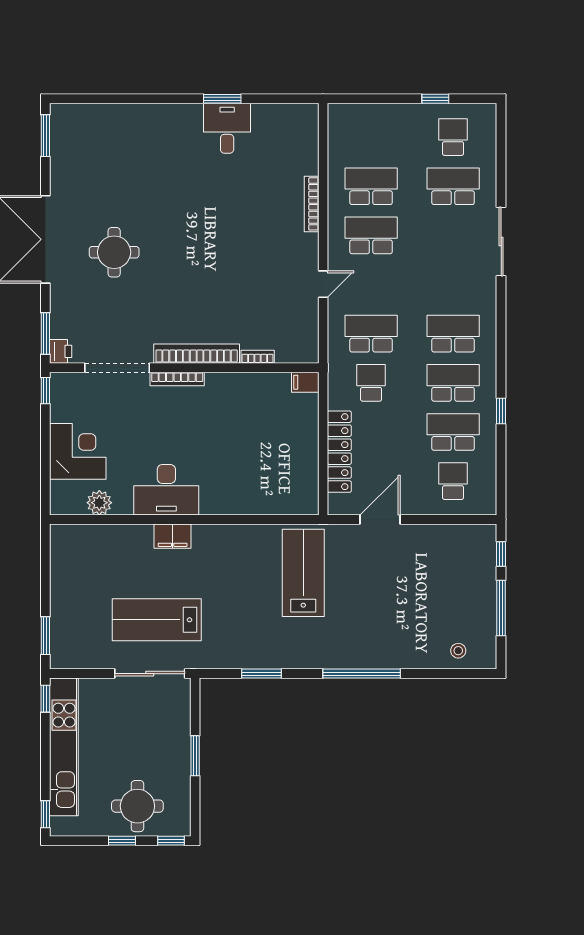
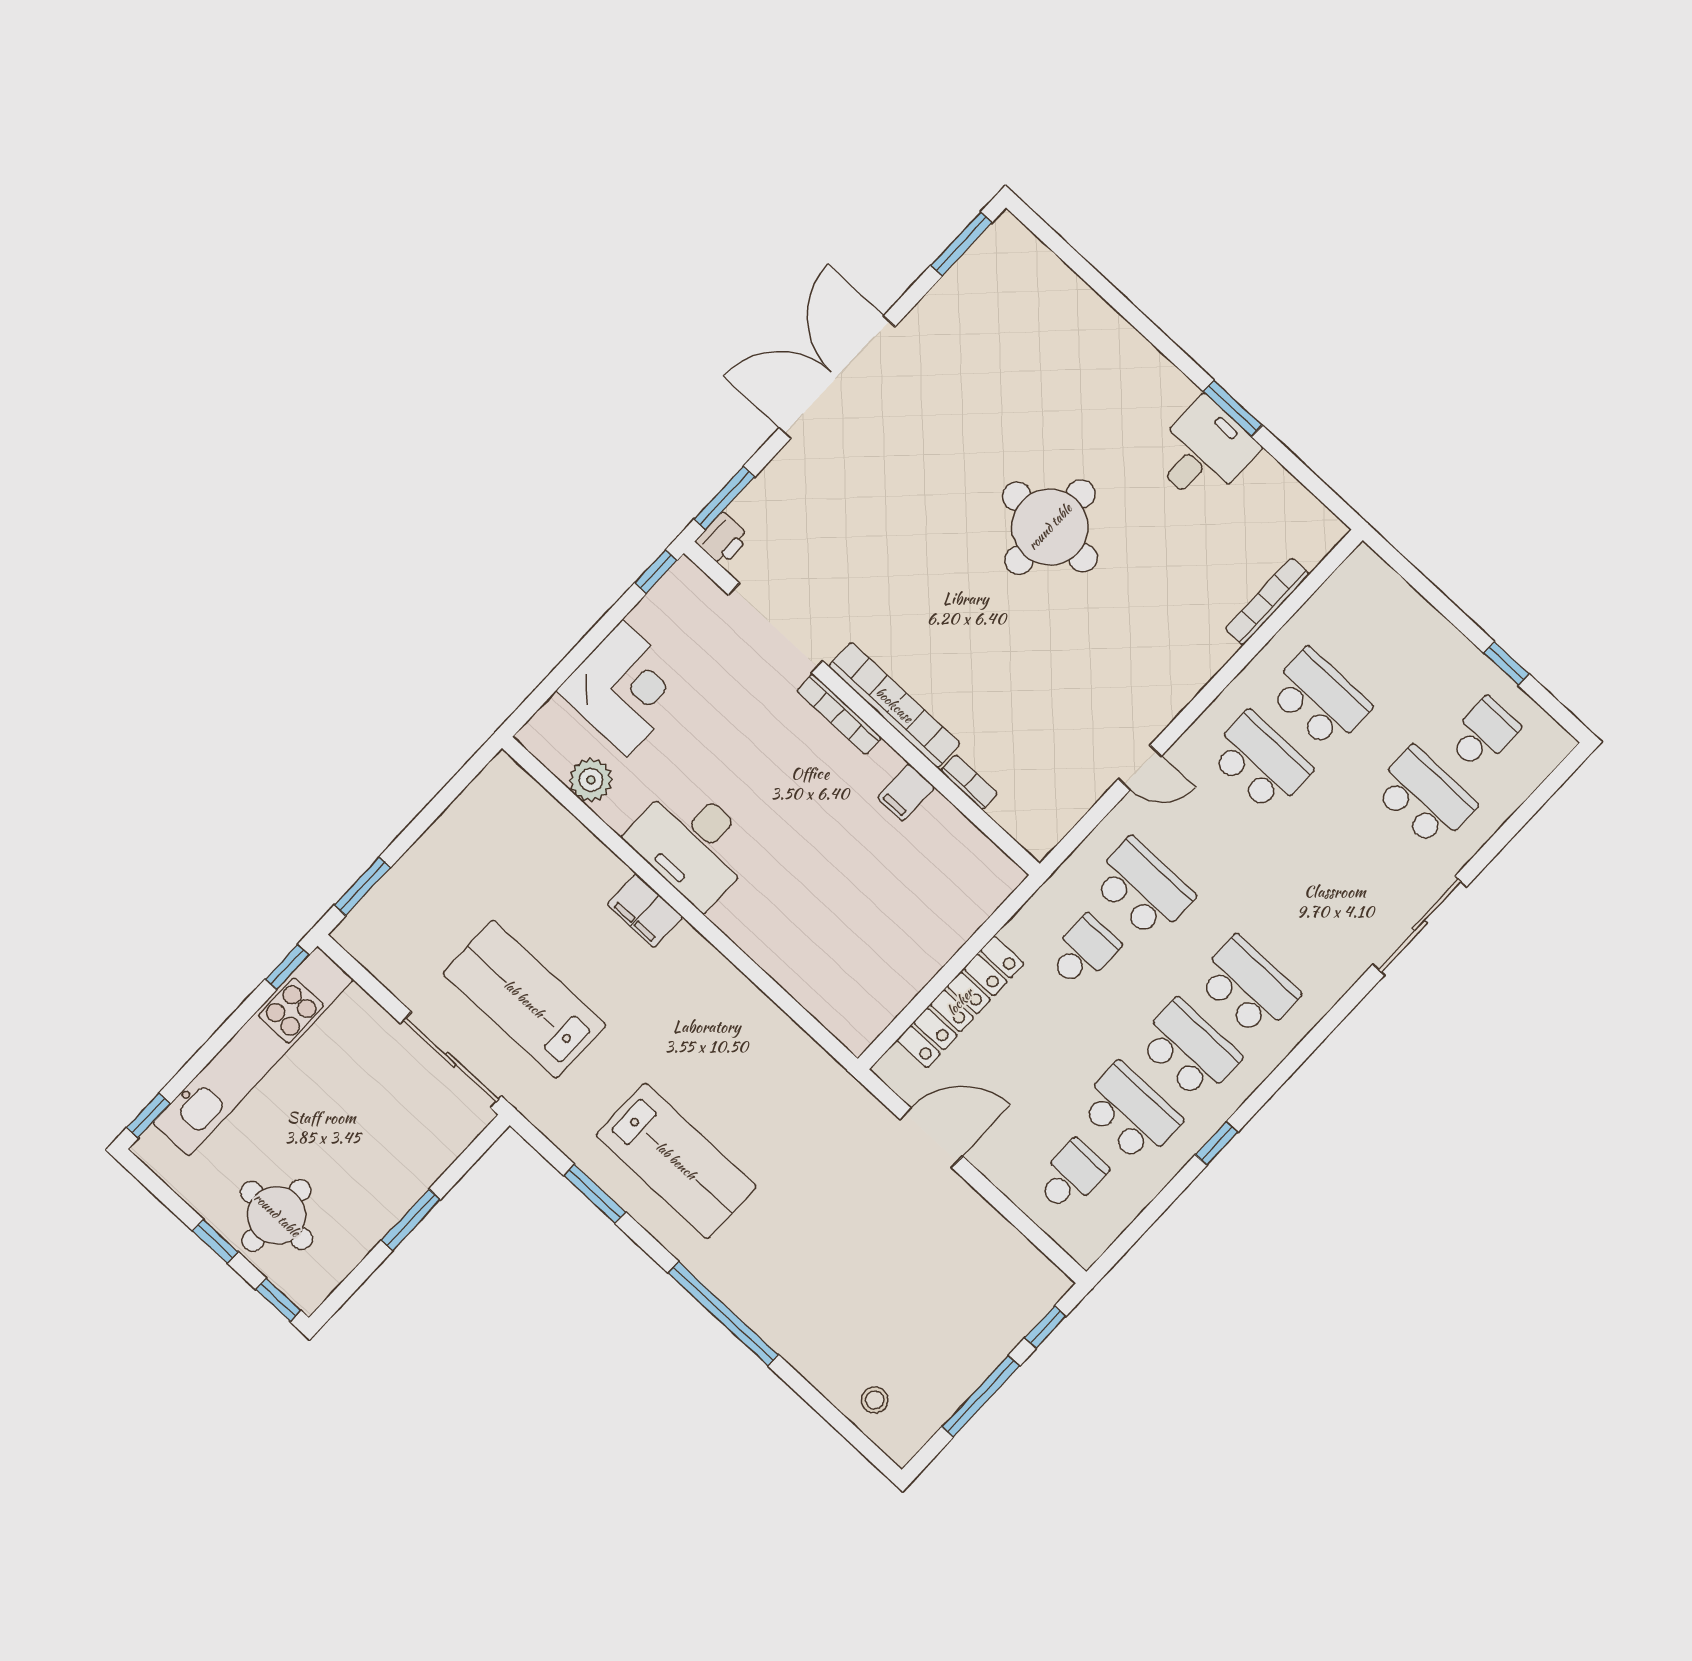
bookcase: (312, 204) -> (1267, 601), moved
round table: (114, 252) -> (1050, 527), moved, width x1.36, depth x1.36
filing cabinet: (305, 382) -> (906, 792), moved, turned -90
lab bench: (303, 573) -> (676, 1161), moved, turned 90

